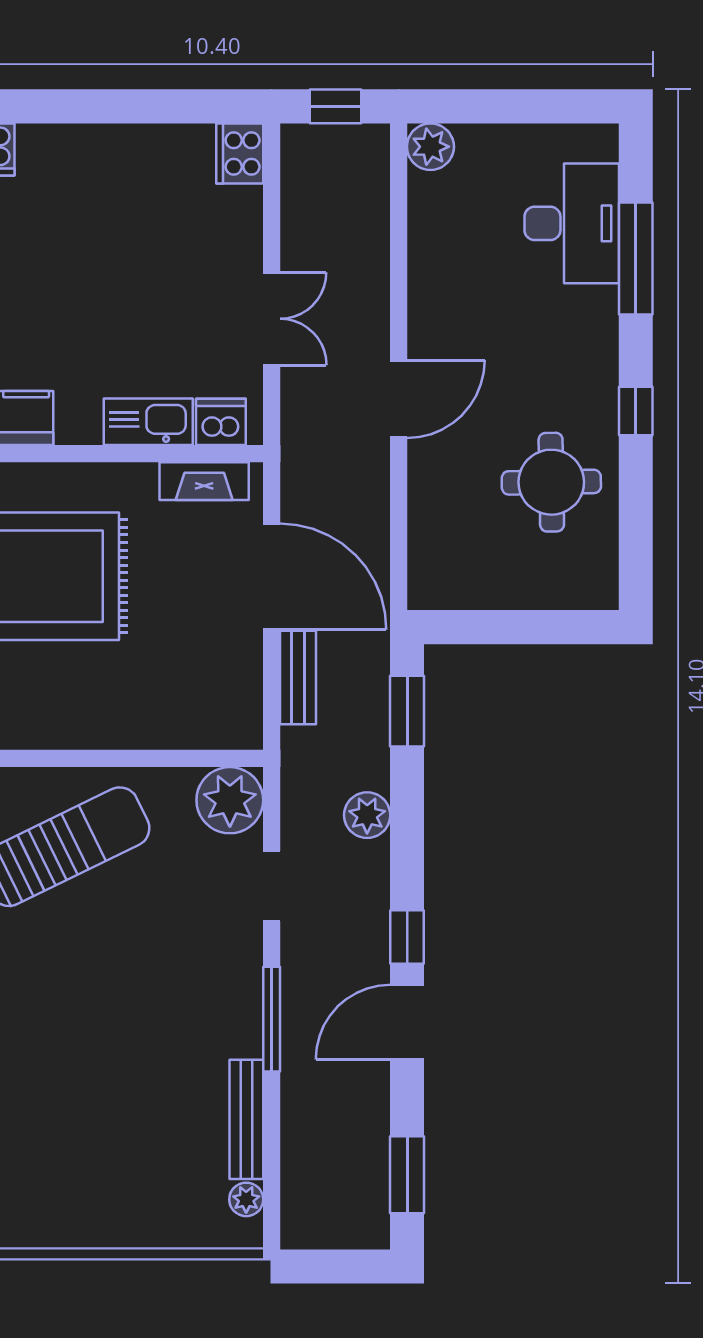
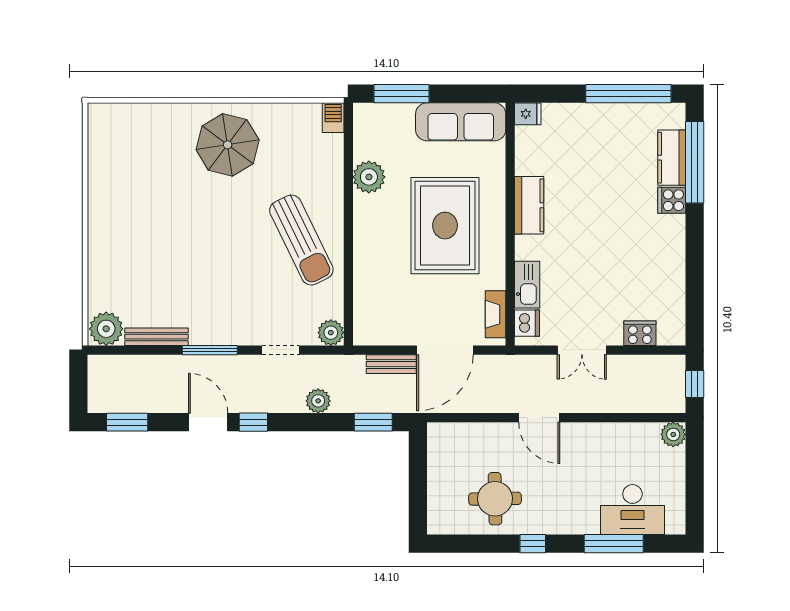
cooker: (240, 153) -> (640, 333), moved
plant: (230, 800) -> (331, 333), width x0.73, depth x0.73
plant: (246, 1199) -> (106, 329), width x1.87, depth x1.87

